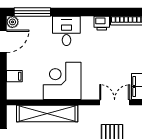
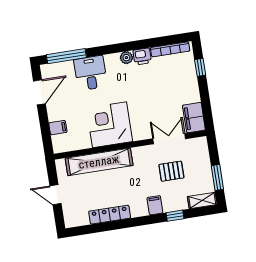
plant: (12, 22) -> (126, 58), moved
desk: (66, 31) -> (90, 73), moved

